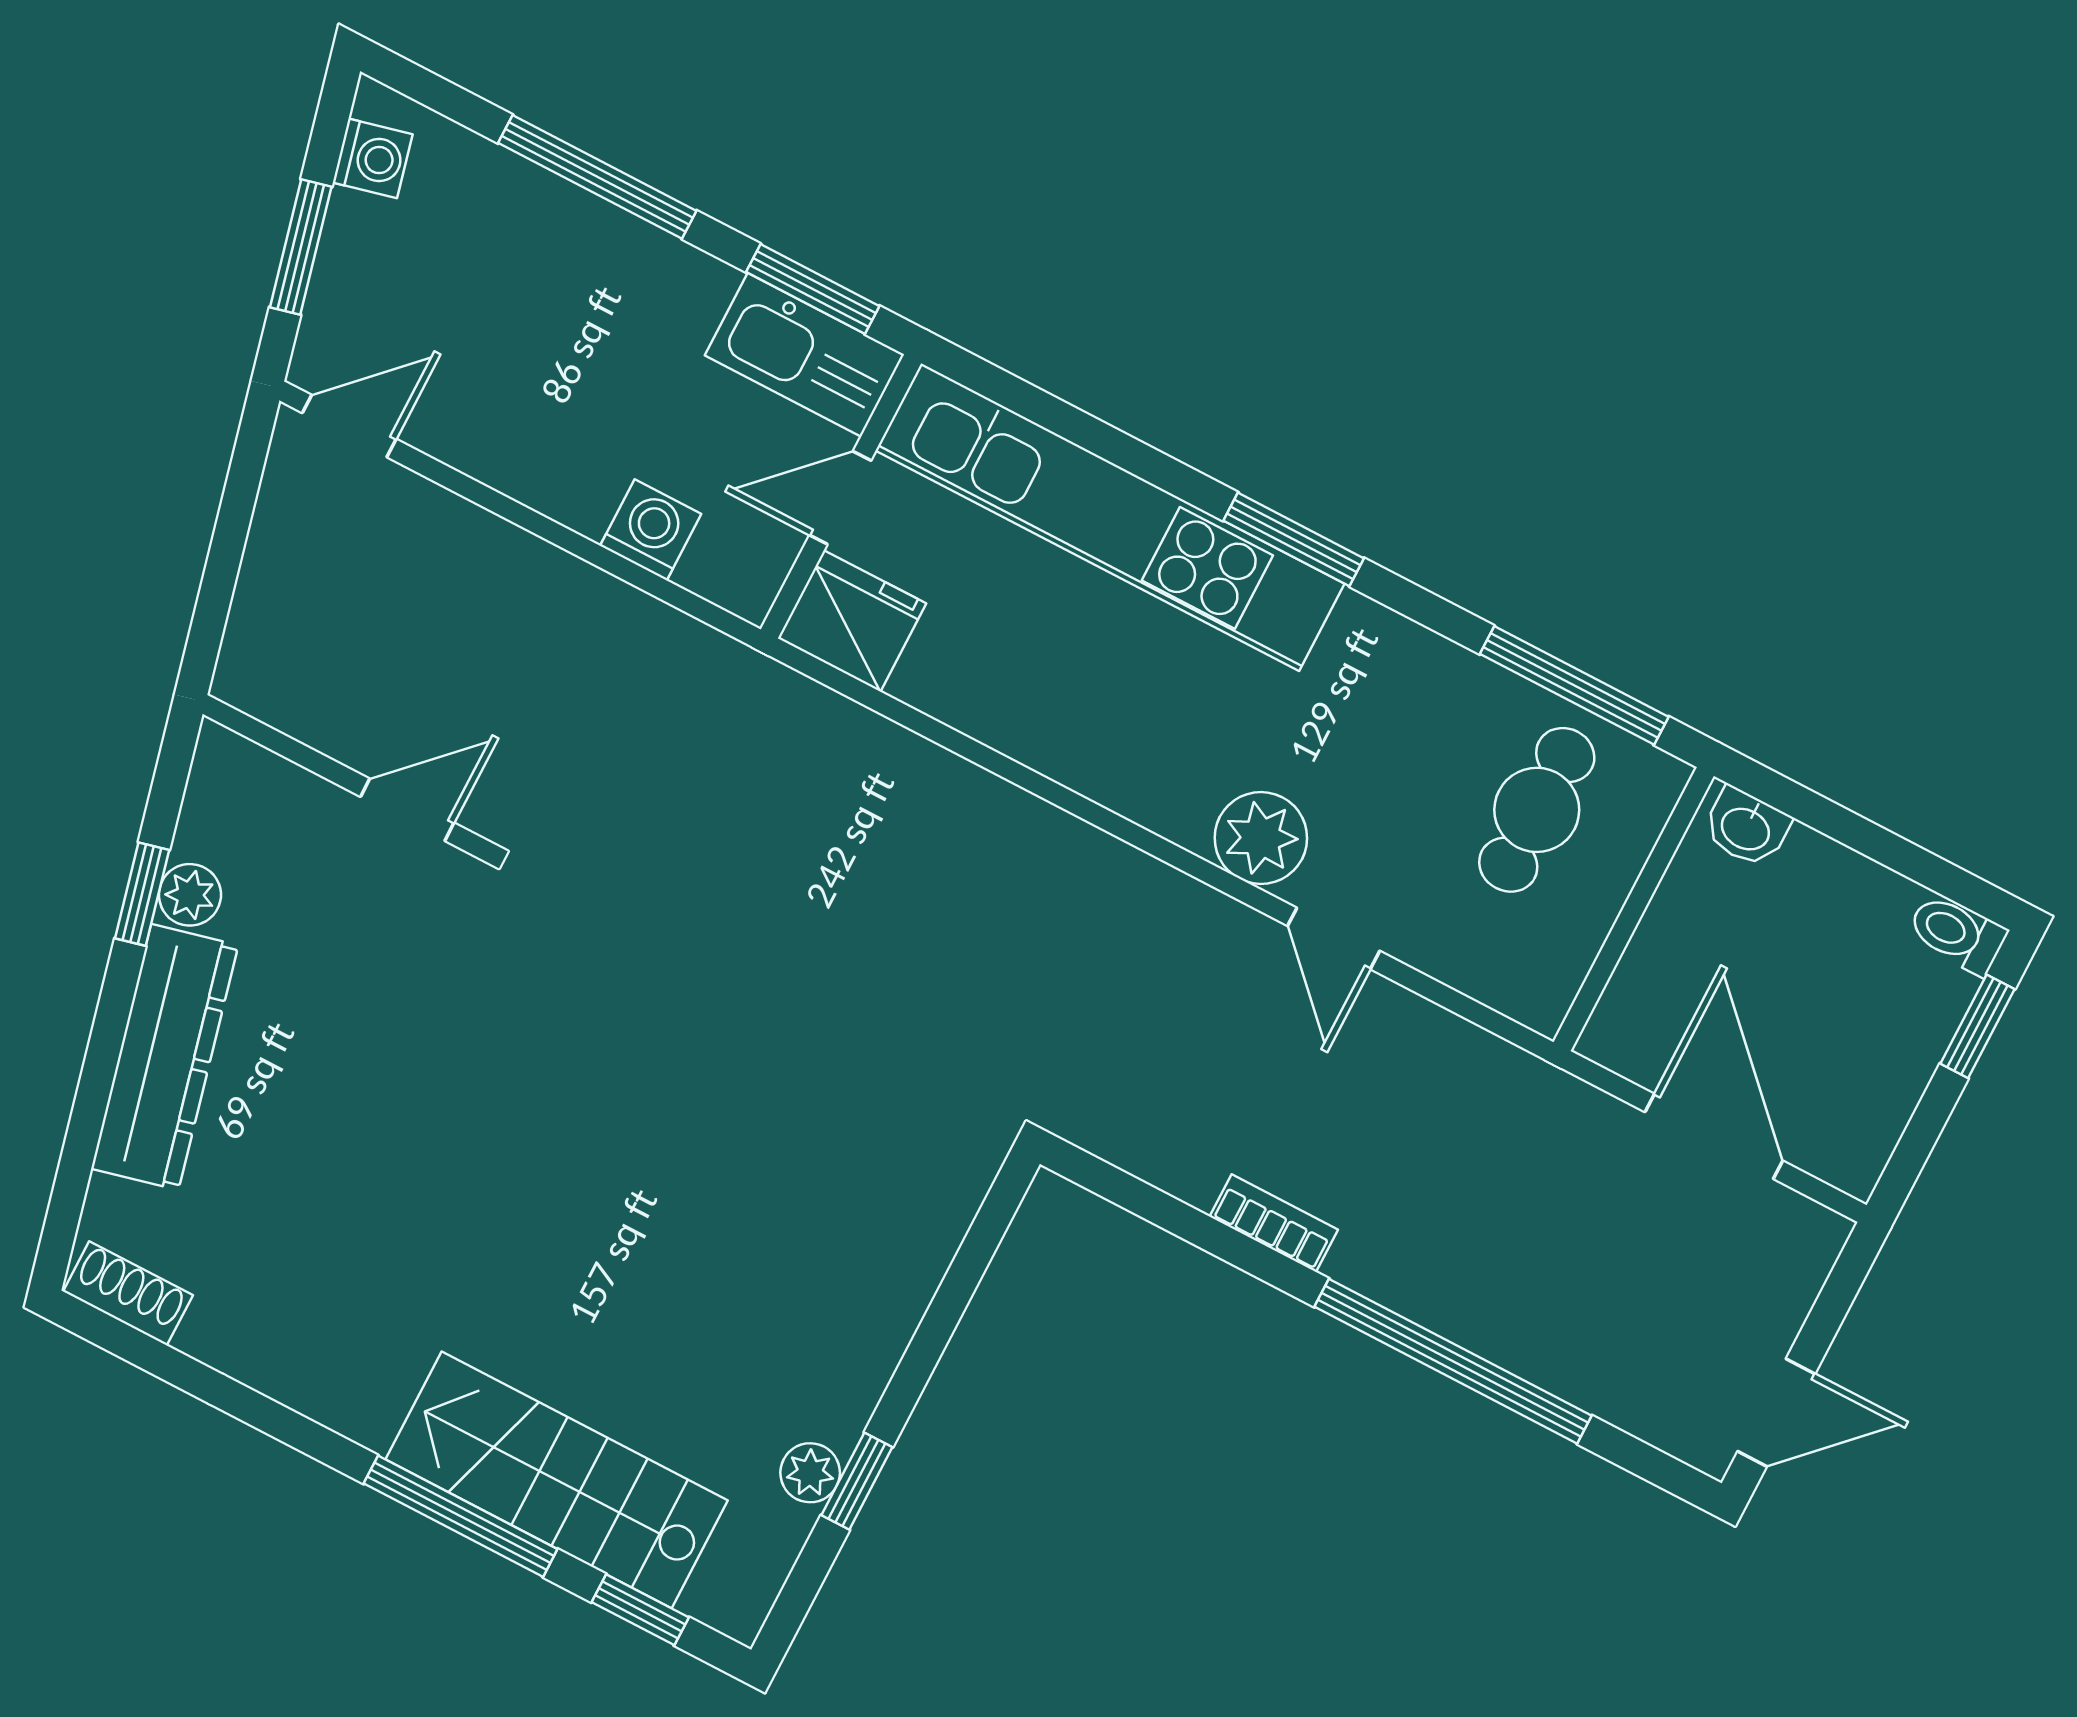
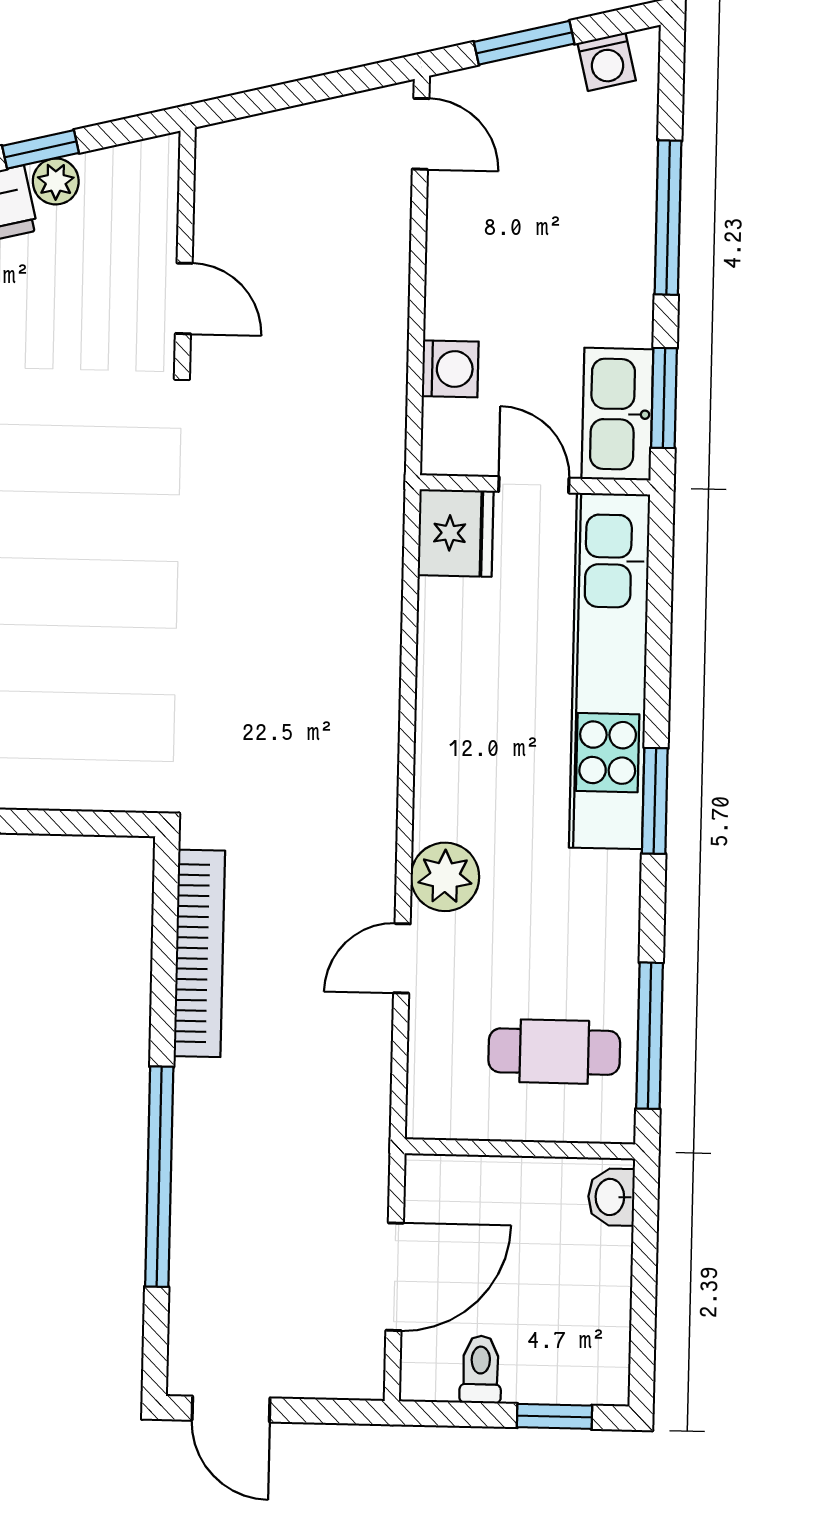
toilet: (1957, 934) -> (481, 1369), moved
bookcase: (1274, 1223) -> (199, 953), width x2.31, depth x1.31

